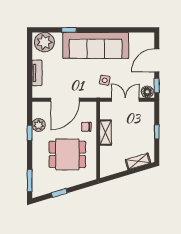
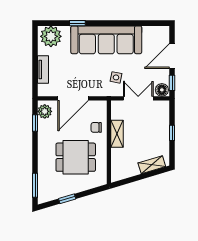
plant: (39, 125) -> (45, 111), moved
window: (30, 133) -> (35, 123), moved

